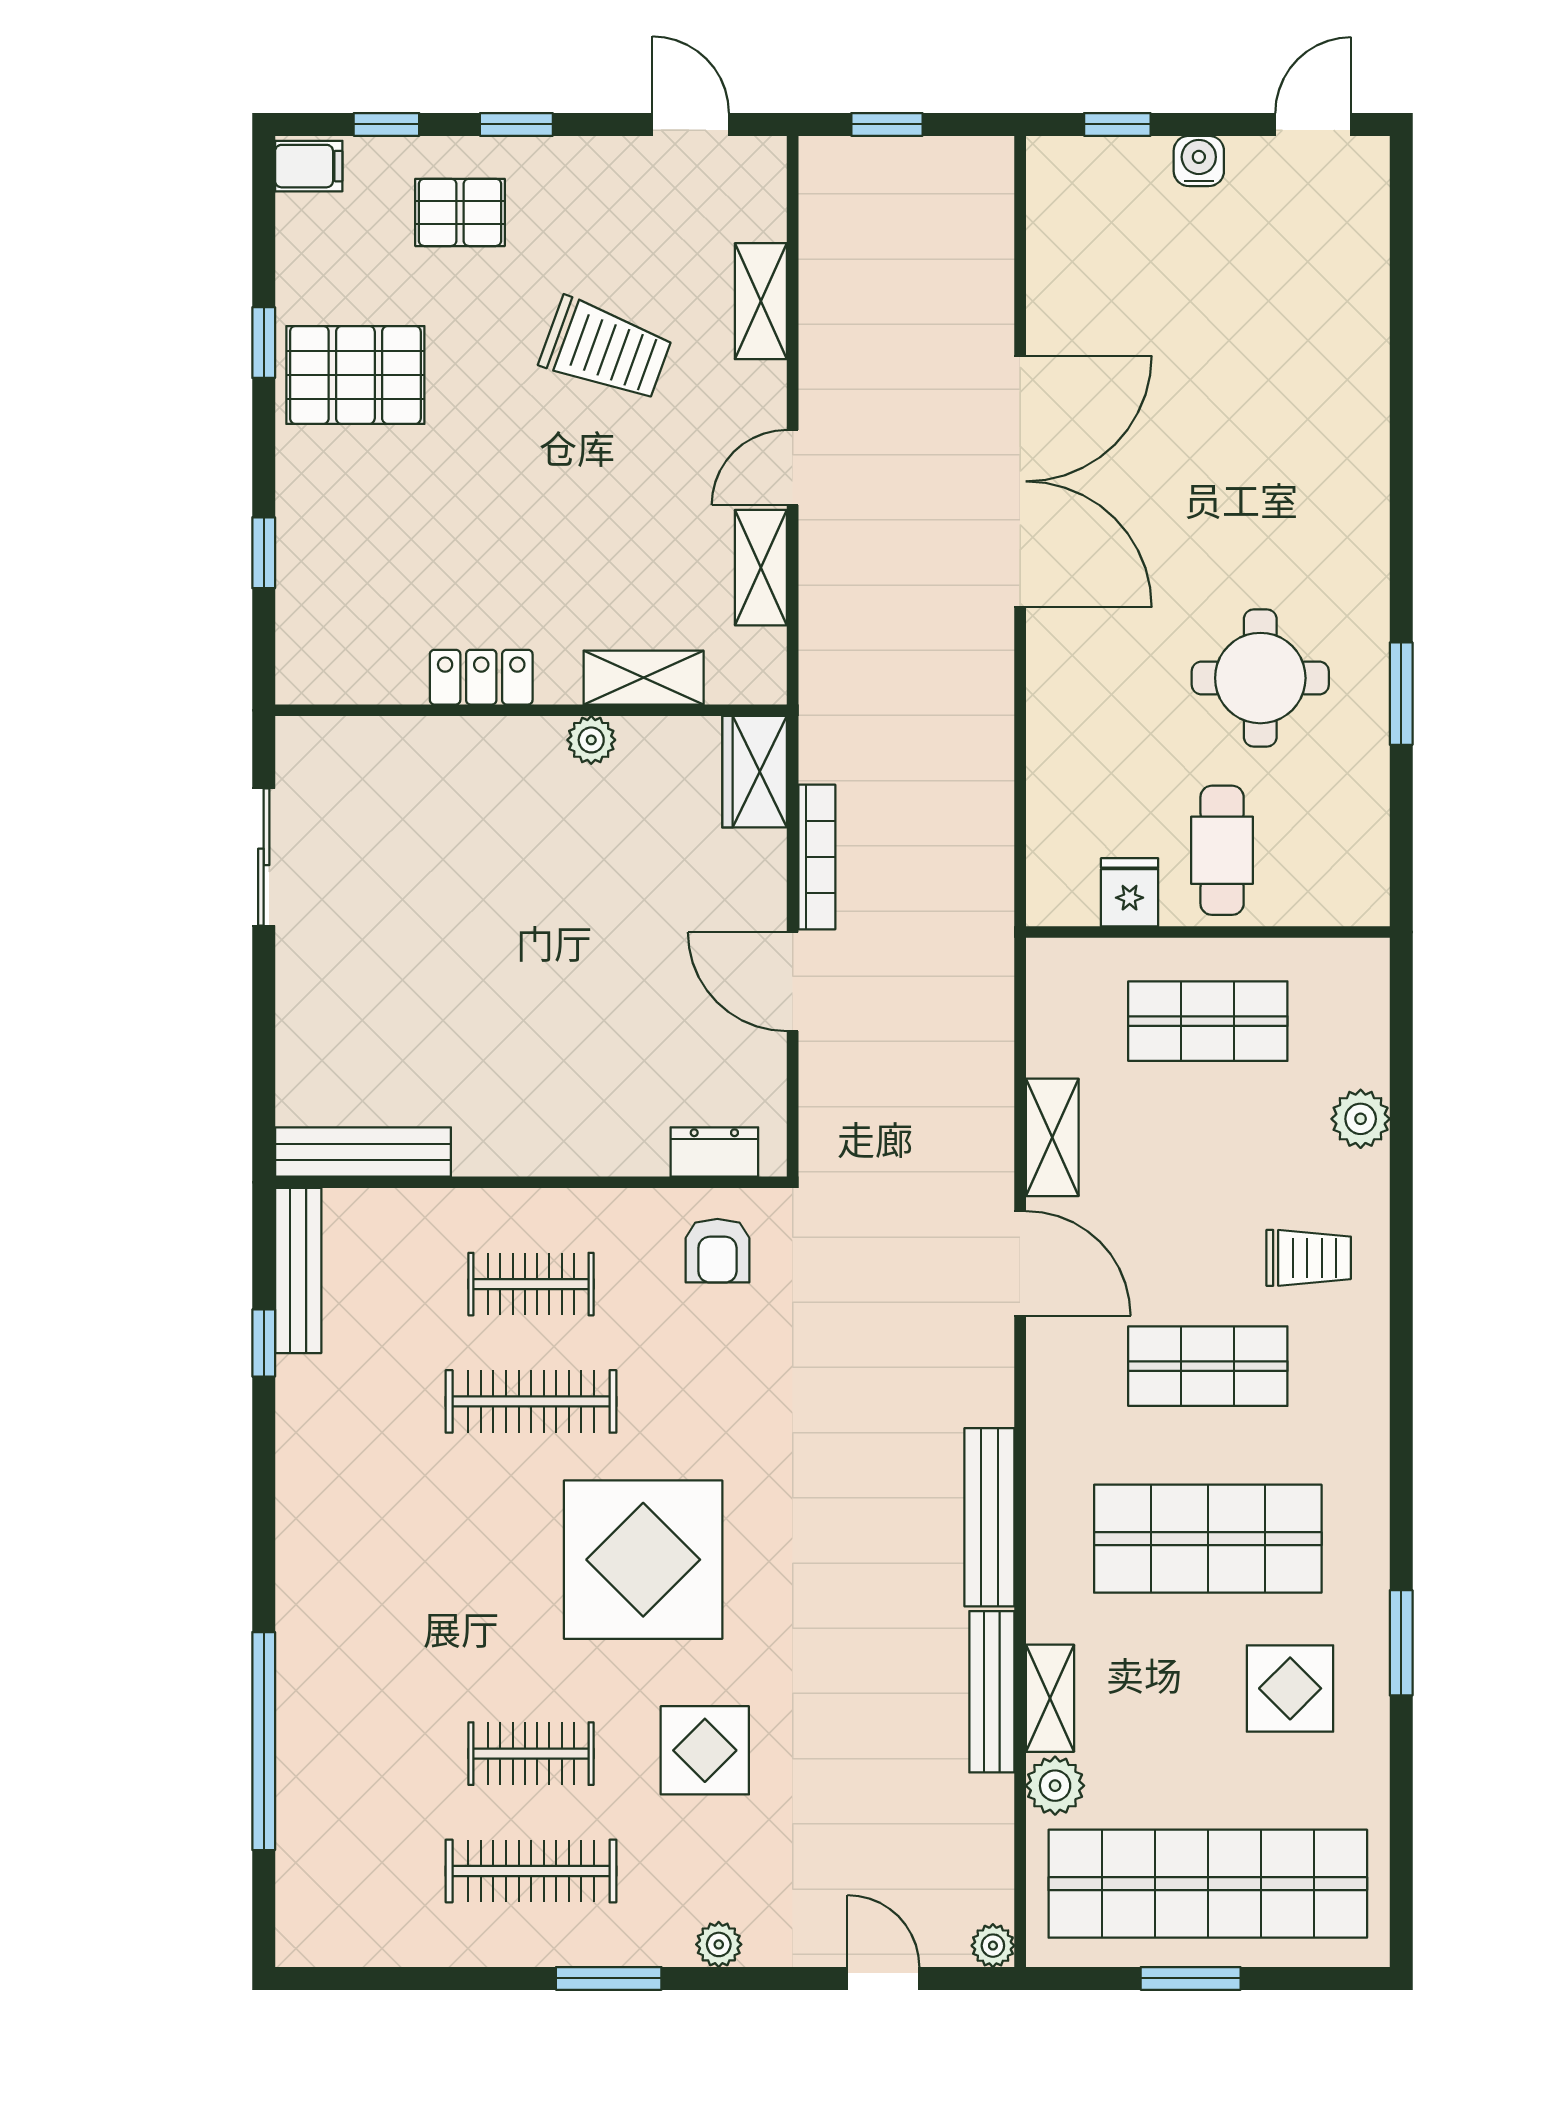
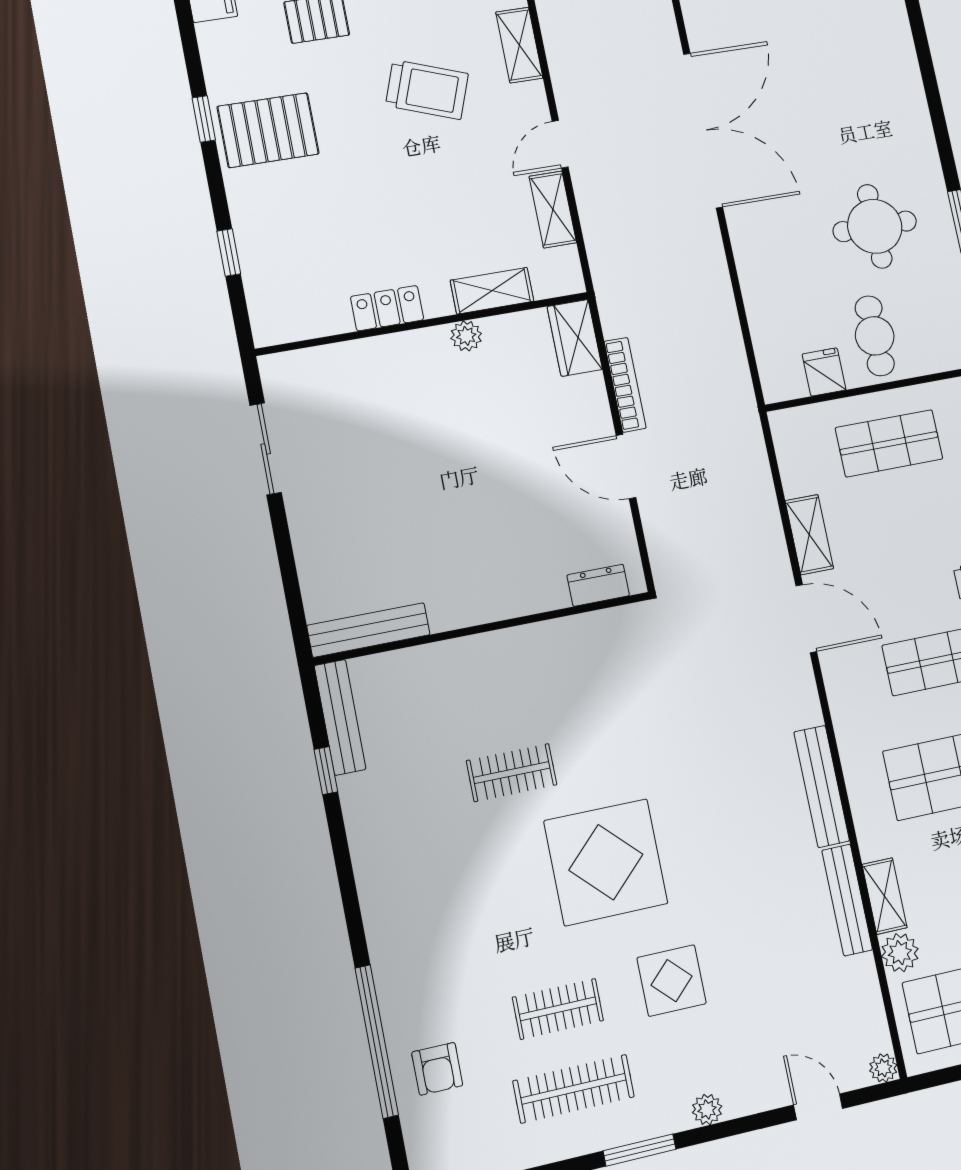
armchair: (717, 1251) -> (437, 1069), moved
clothes rail: (531, 1284) -> (496, 695), removed
clothes rail: (531, 1401) -> (512, 773), width x0.73

